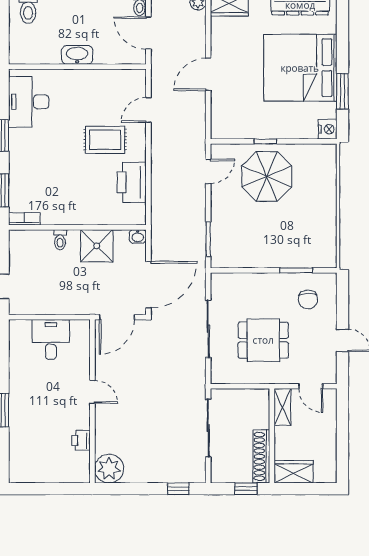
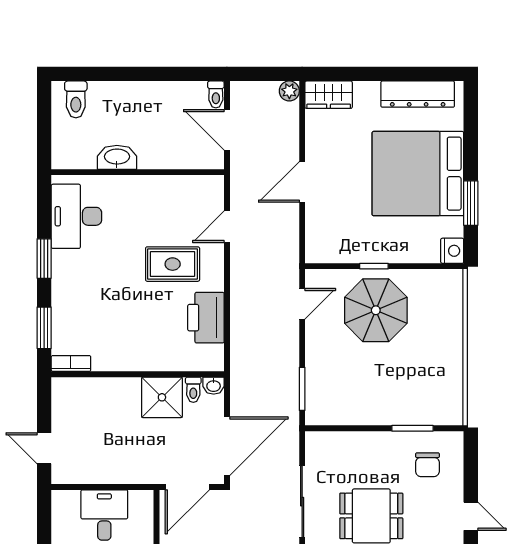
washbasin: (77, 55) -> (117, 157), moved
toilet: (60, 240) -> (193, 390), moved

